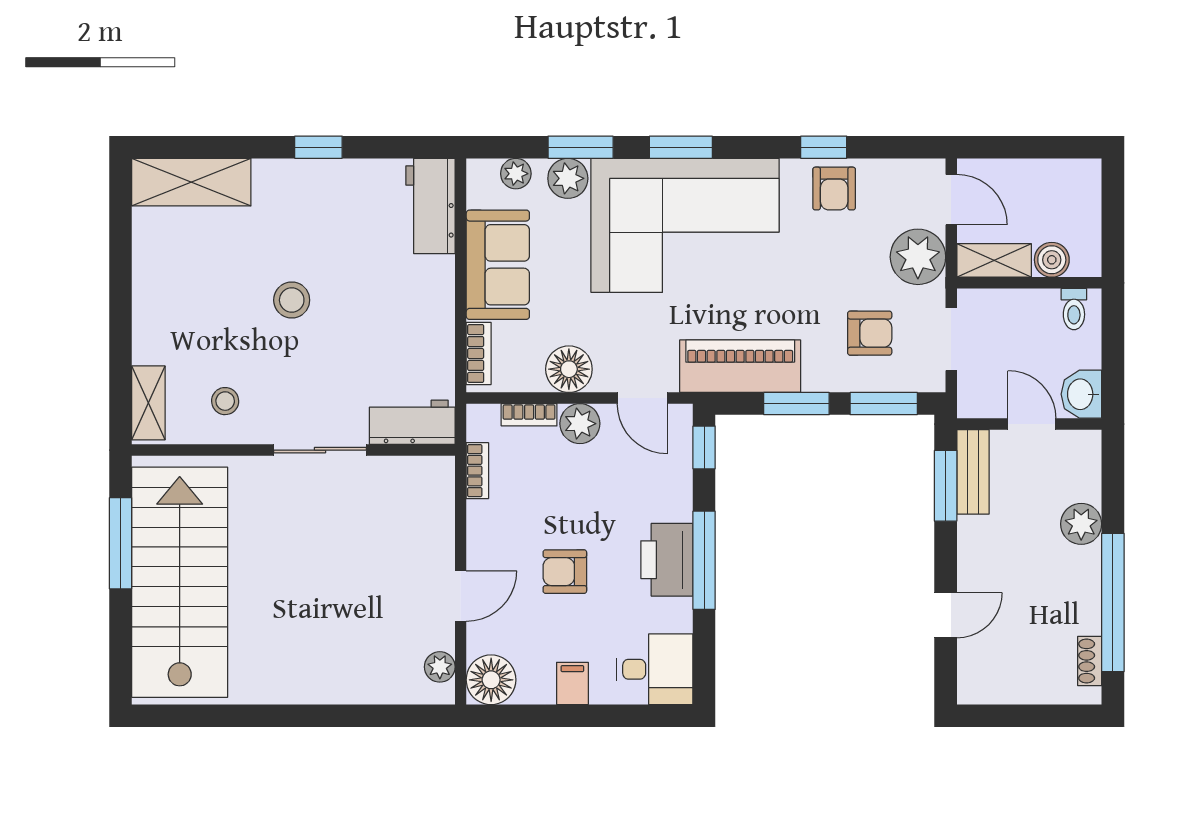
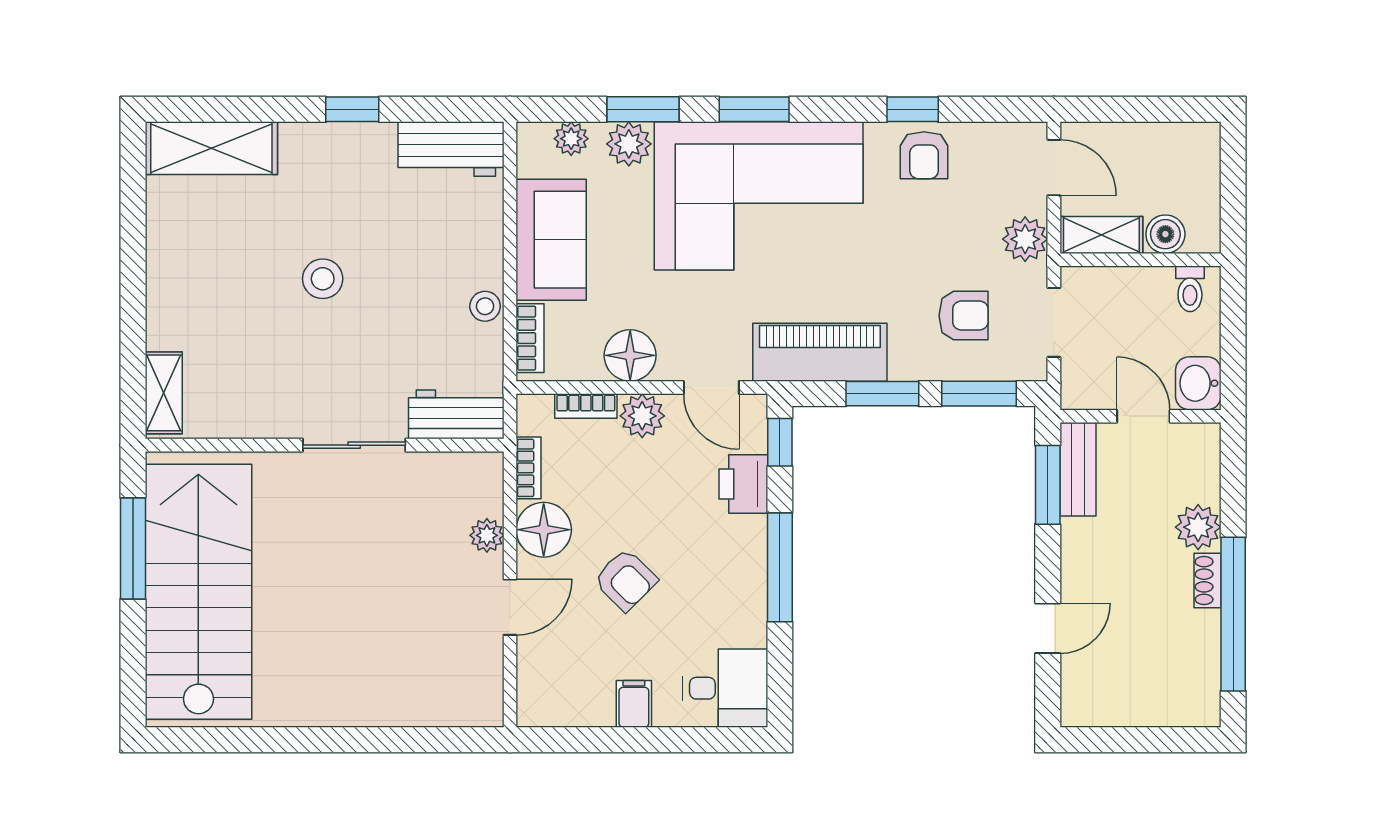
workbench: (430, 206) -> (451, 149), moved, turned -90
plant: (918, 257) -> (1025, 239), width x0.73, depth x0.73
stool: (225, 401) -> (485, 306), moved
printer: (667, 560) -> (743, 484), moved, width x0.73, depth x0.84
armchair: (565, 572) -> (626, 580), turned -135
shoe rack: (1090, 661) -> (1207, 581), moved
plant: (440, 667) -> (487, 535), moved
floor lamp: (491, 680) -> (544, 530), moved

